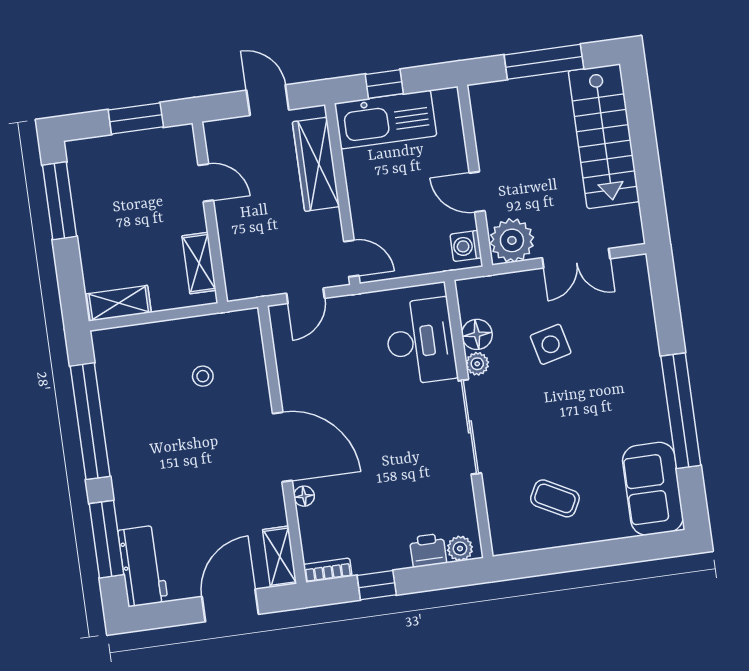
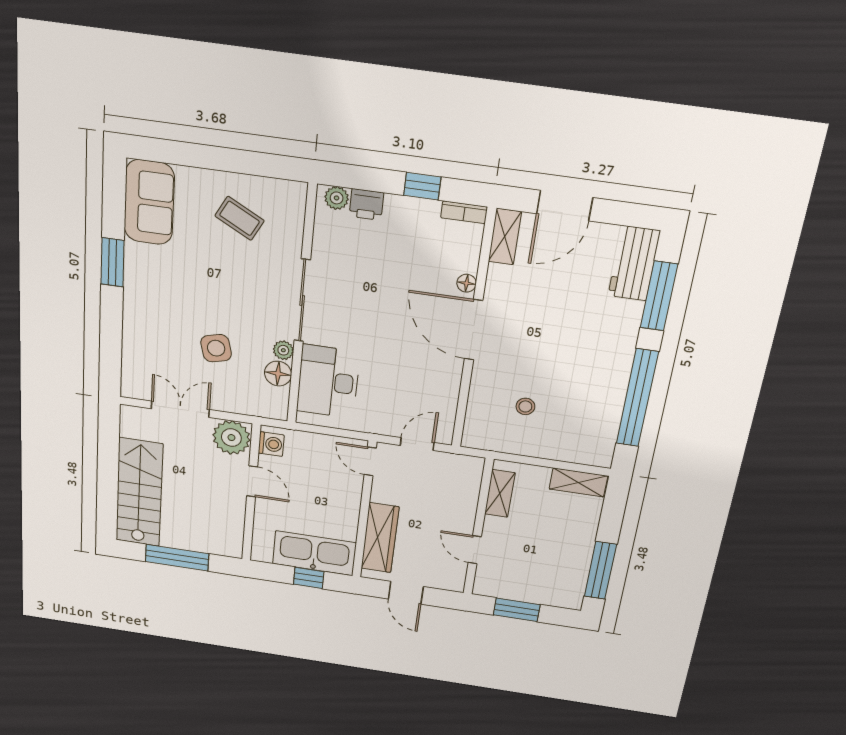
window: (681, 411) -> (112, 262), width x0.47

